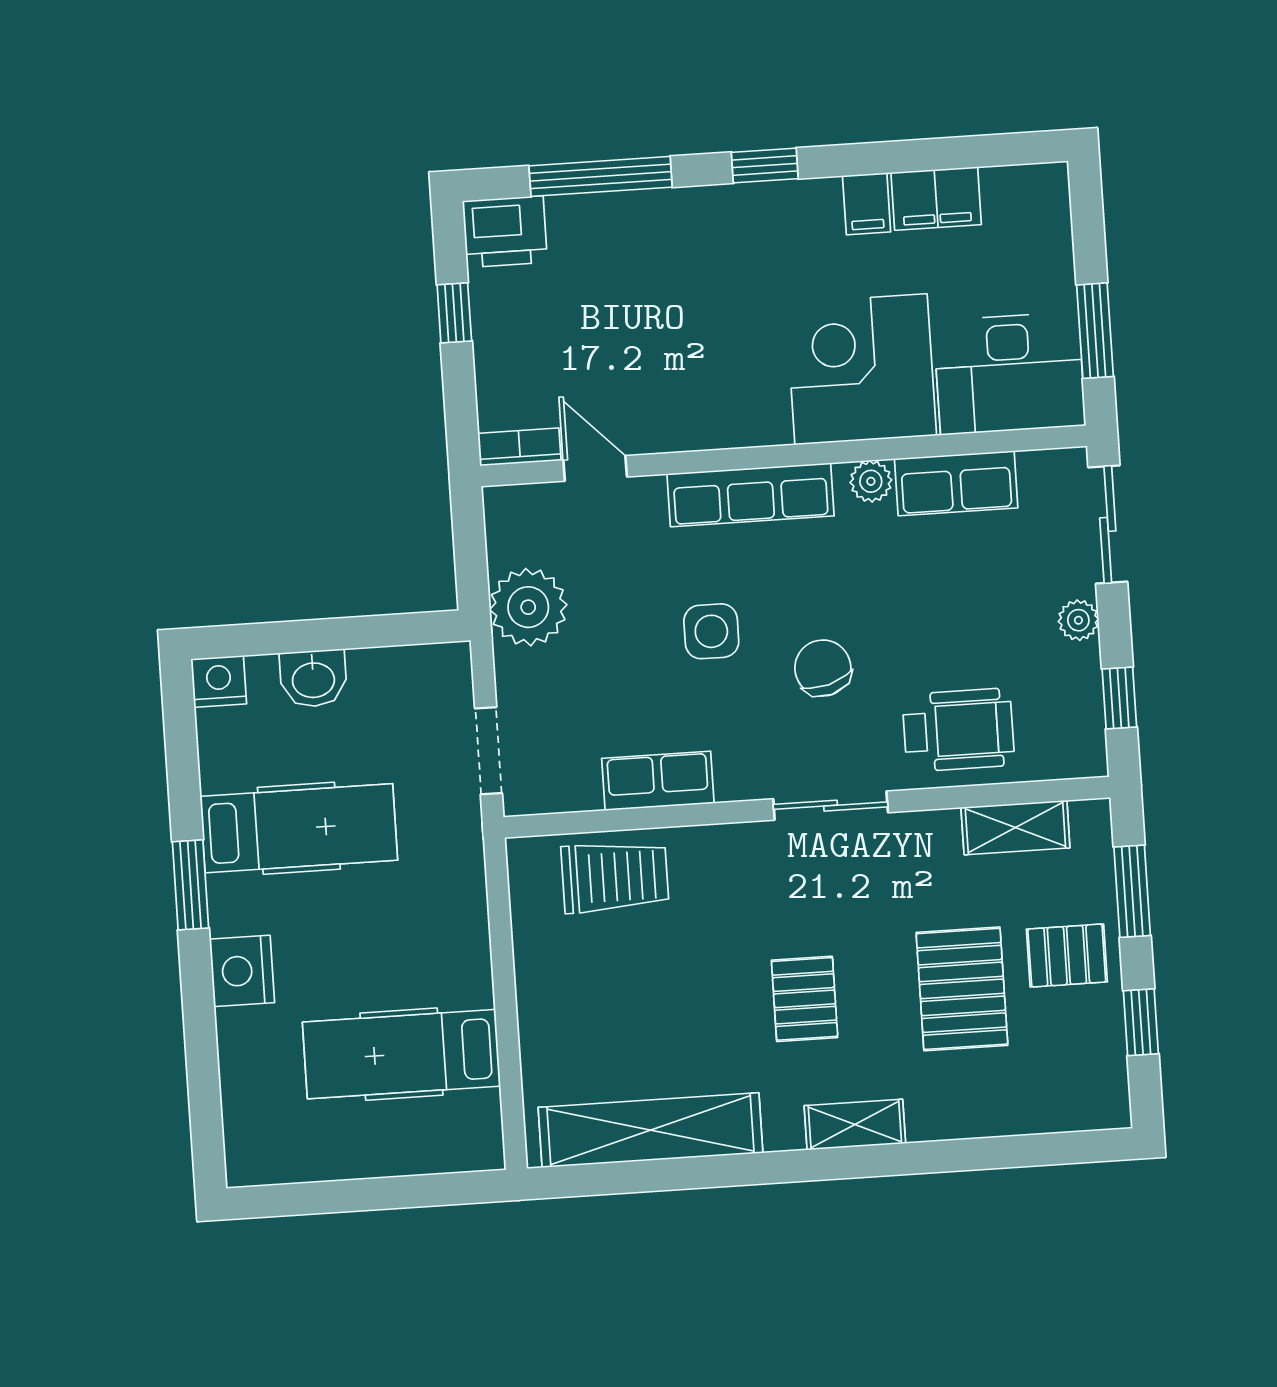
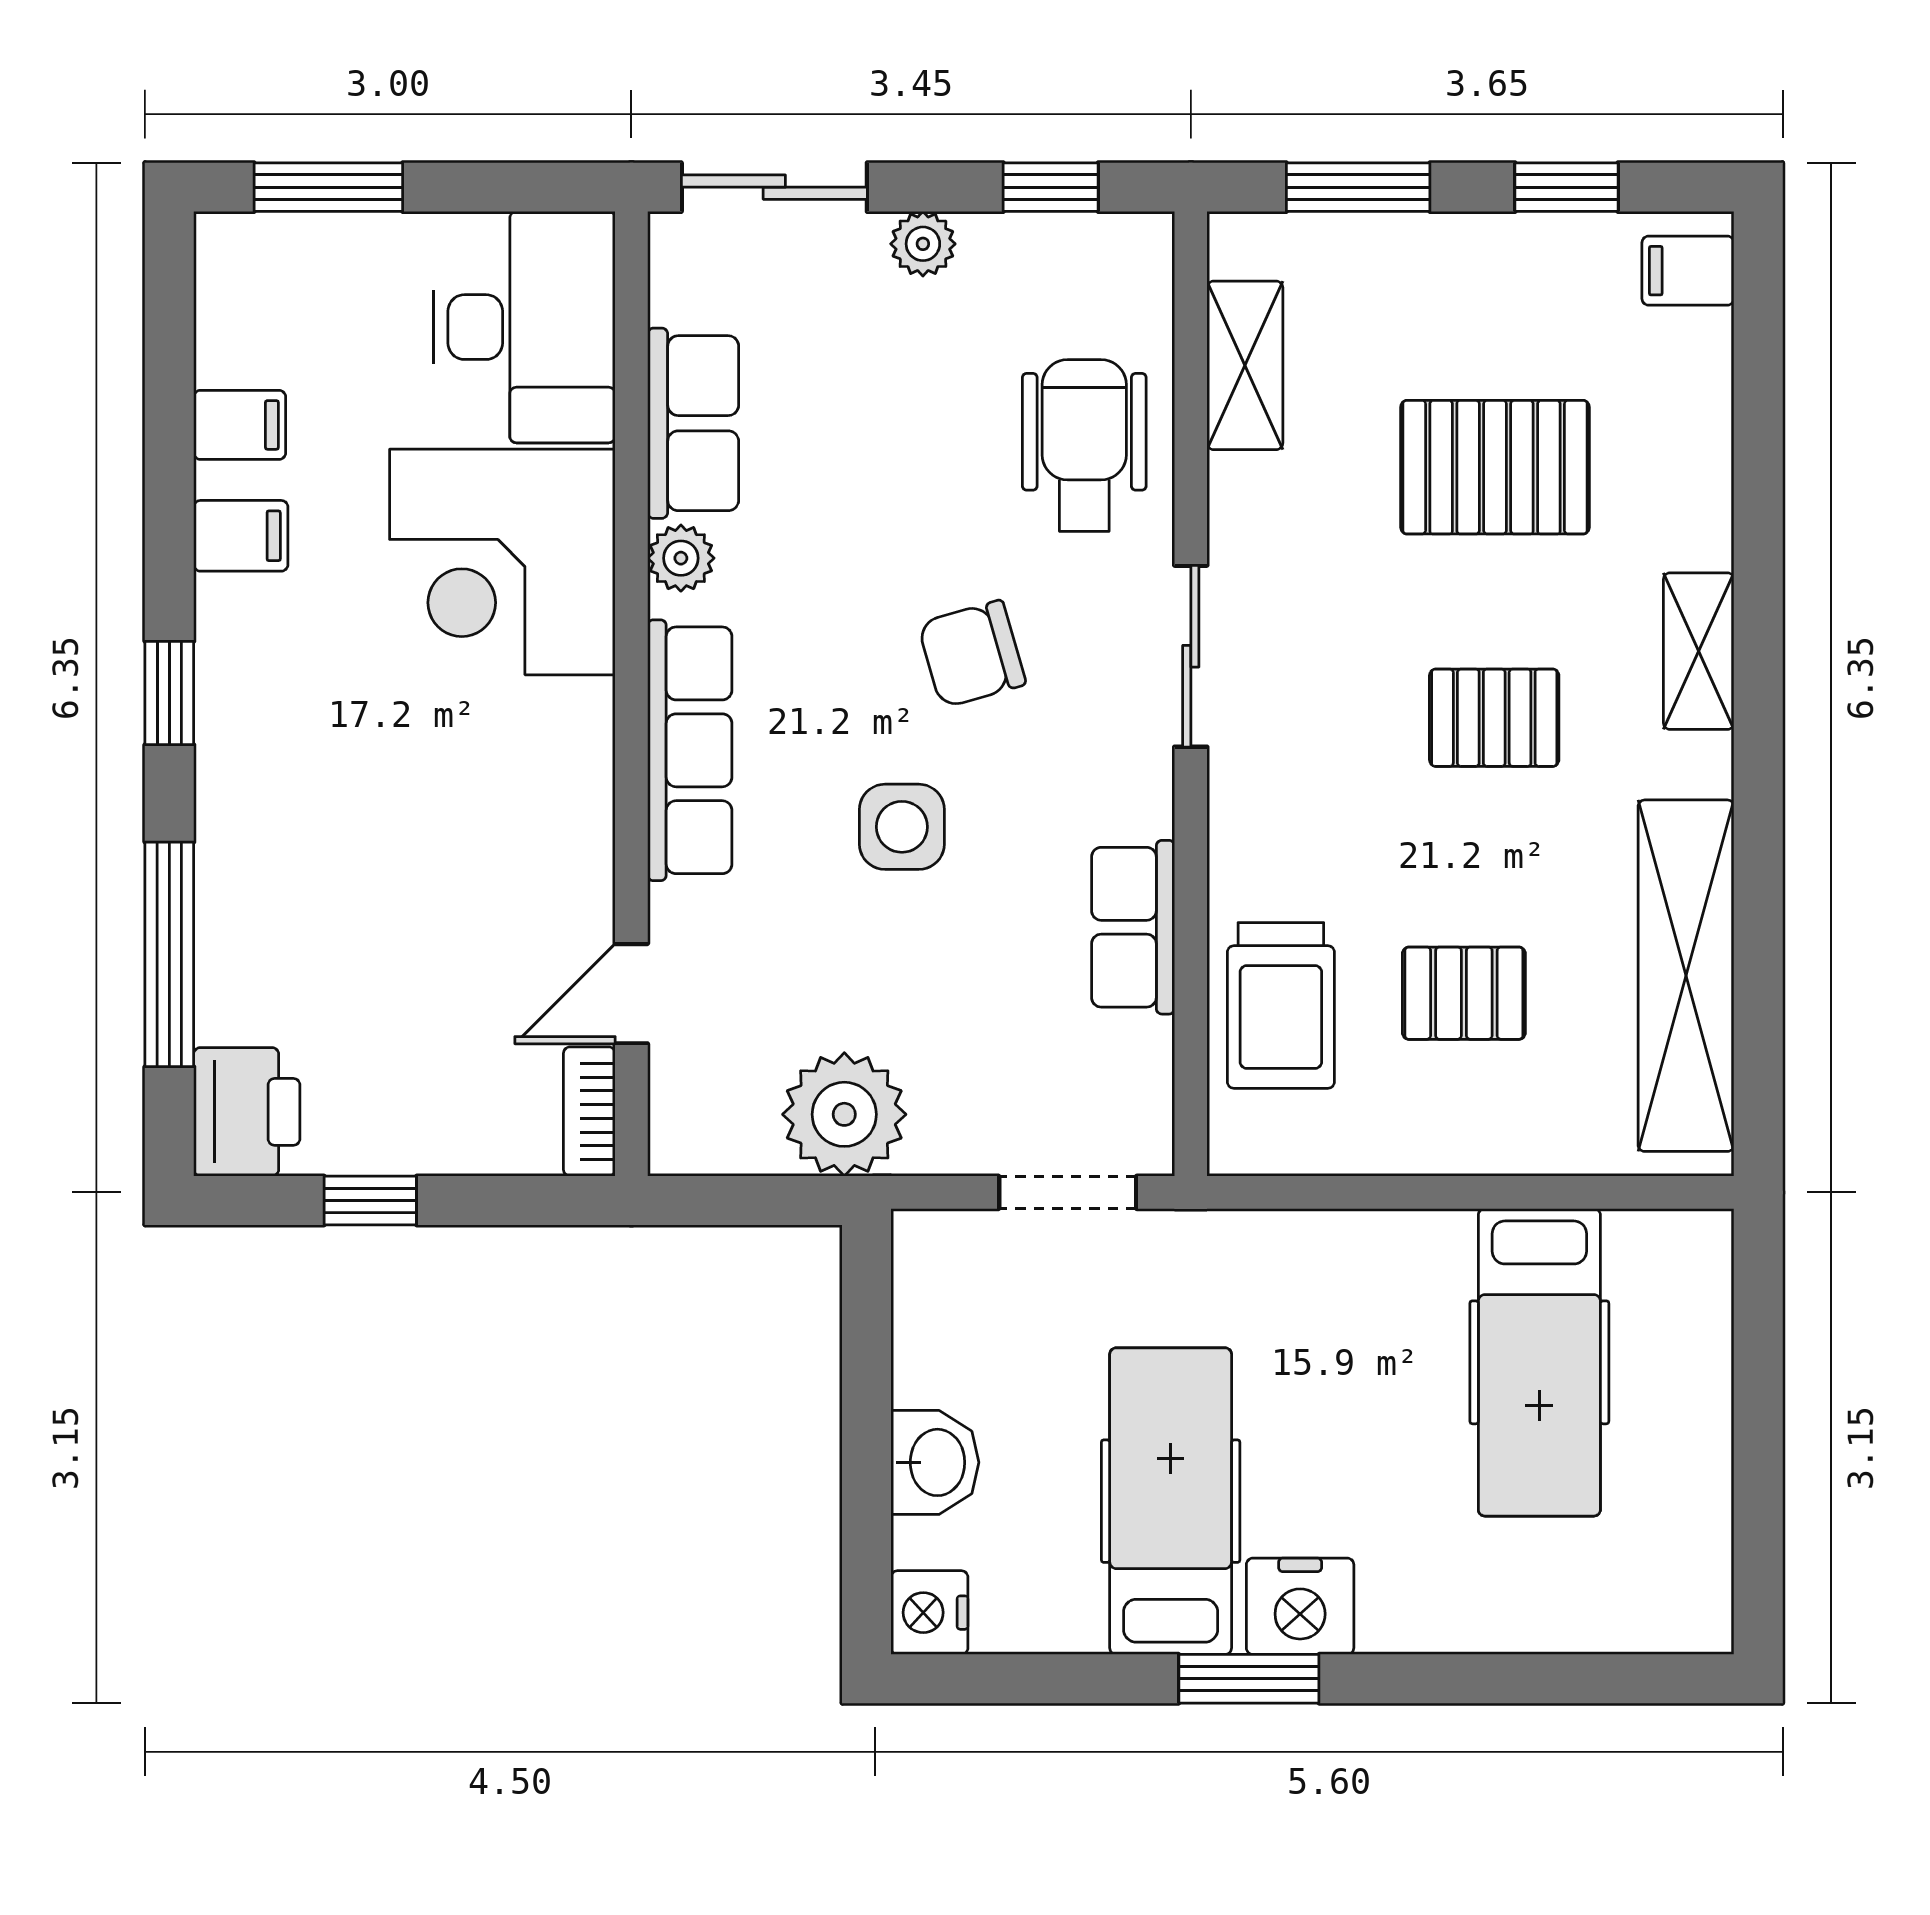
filing cabinet: (936, 199) -> (240, 425), width x0.50
window: (1095, 331) -> (328, 187), moved
trolley: (615, 877) -> (1281, 1005), turned 180
pallet: (1067, 956) -> (1464, 993), moved, turned 90
nightstand: (242, 971) -> (1300, 1606), moved
filing cabinet: (1093, 1102) -> (1688, 271), added

